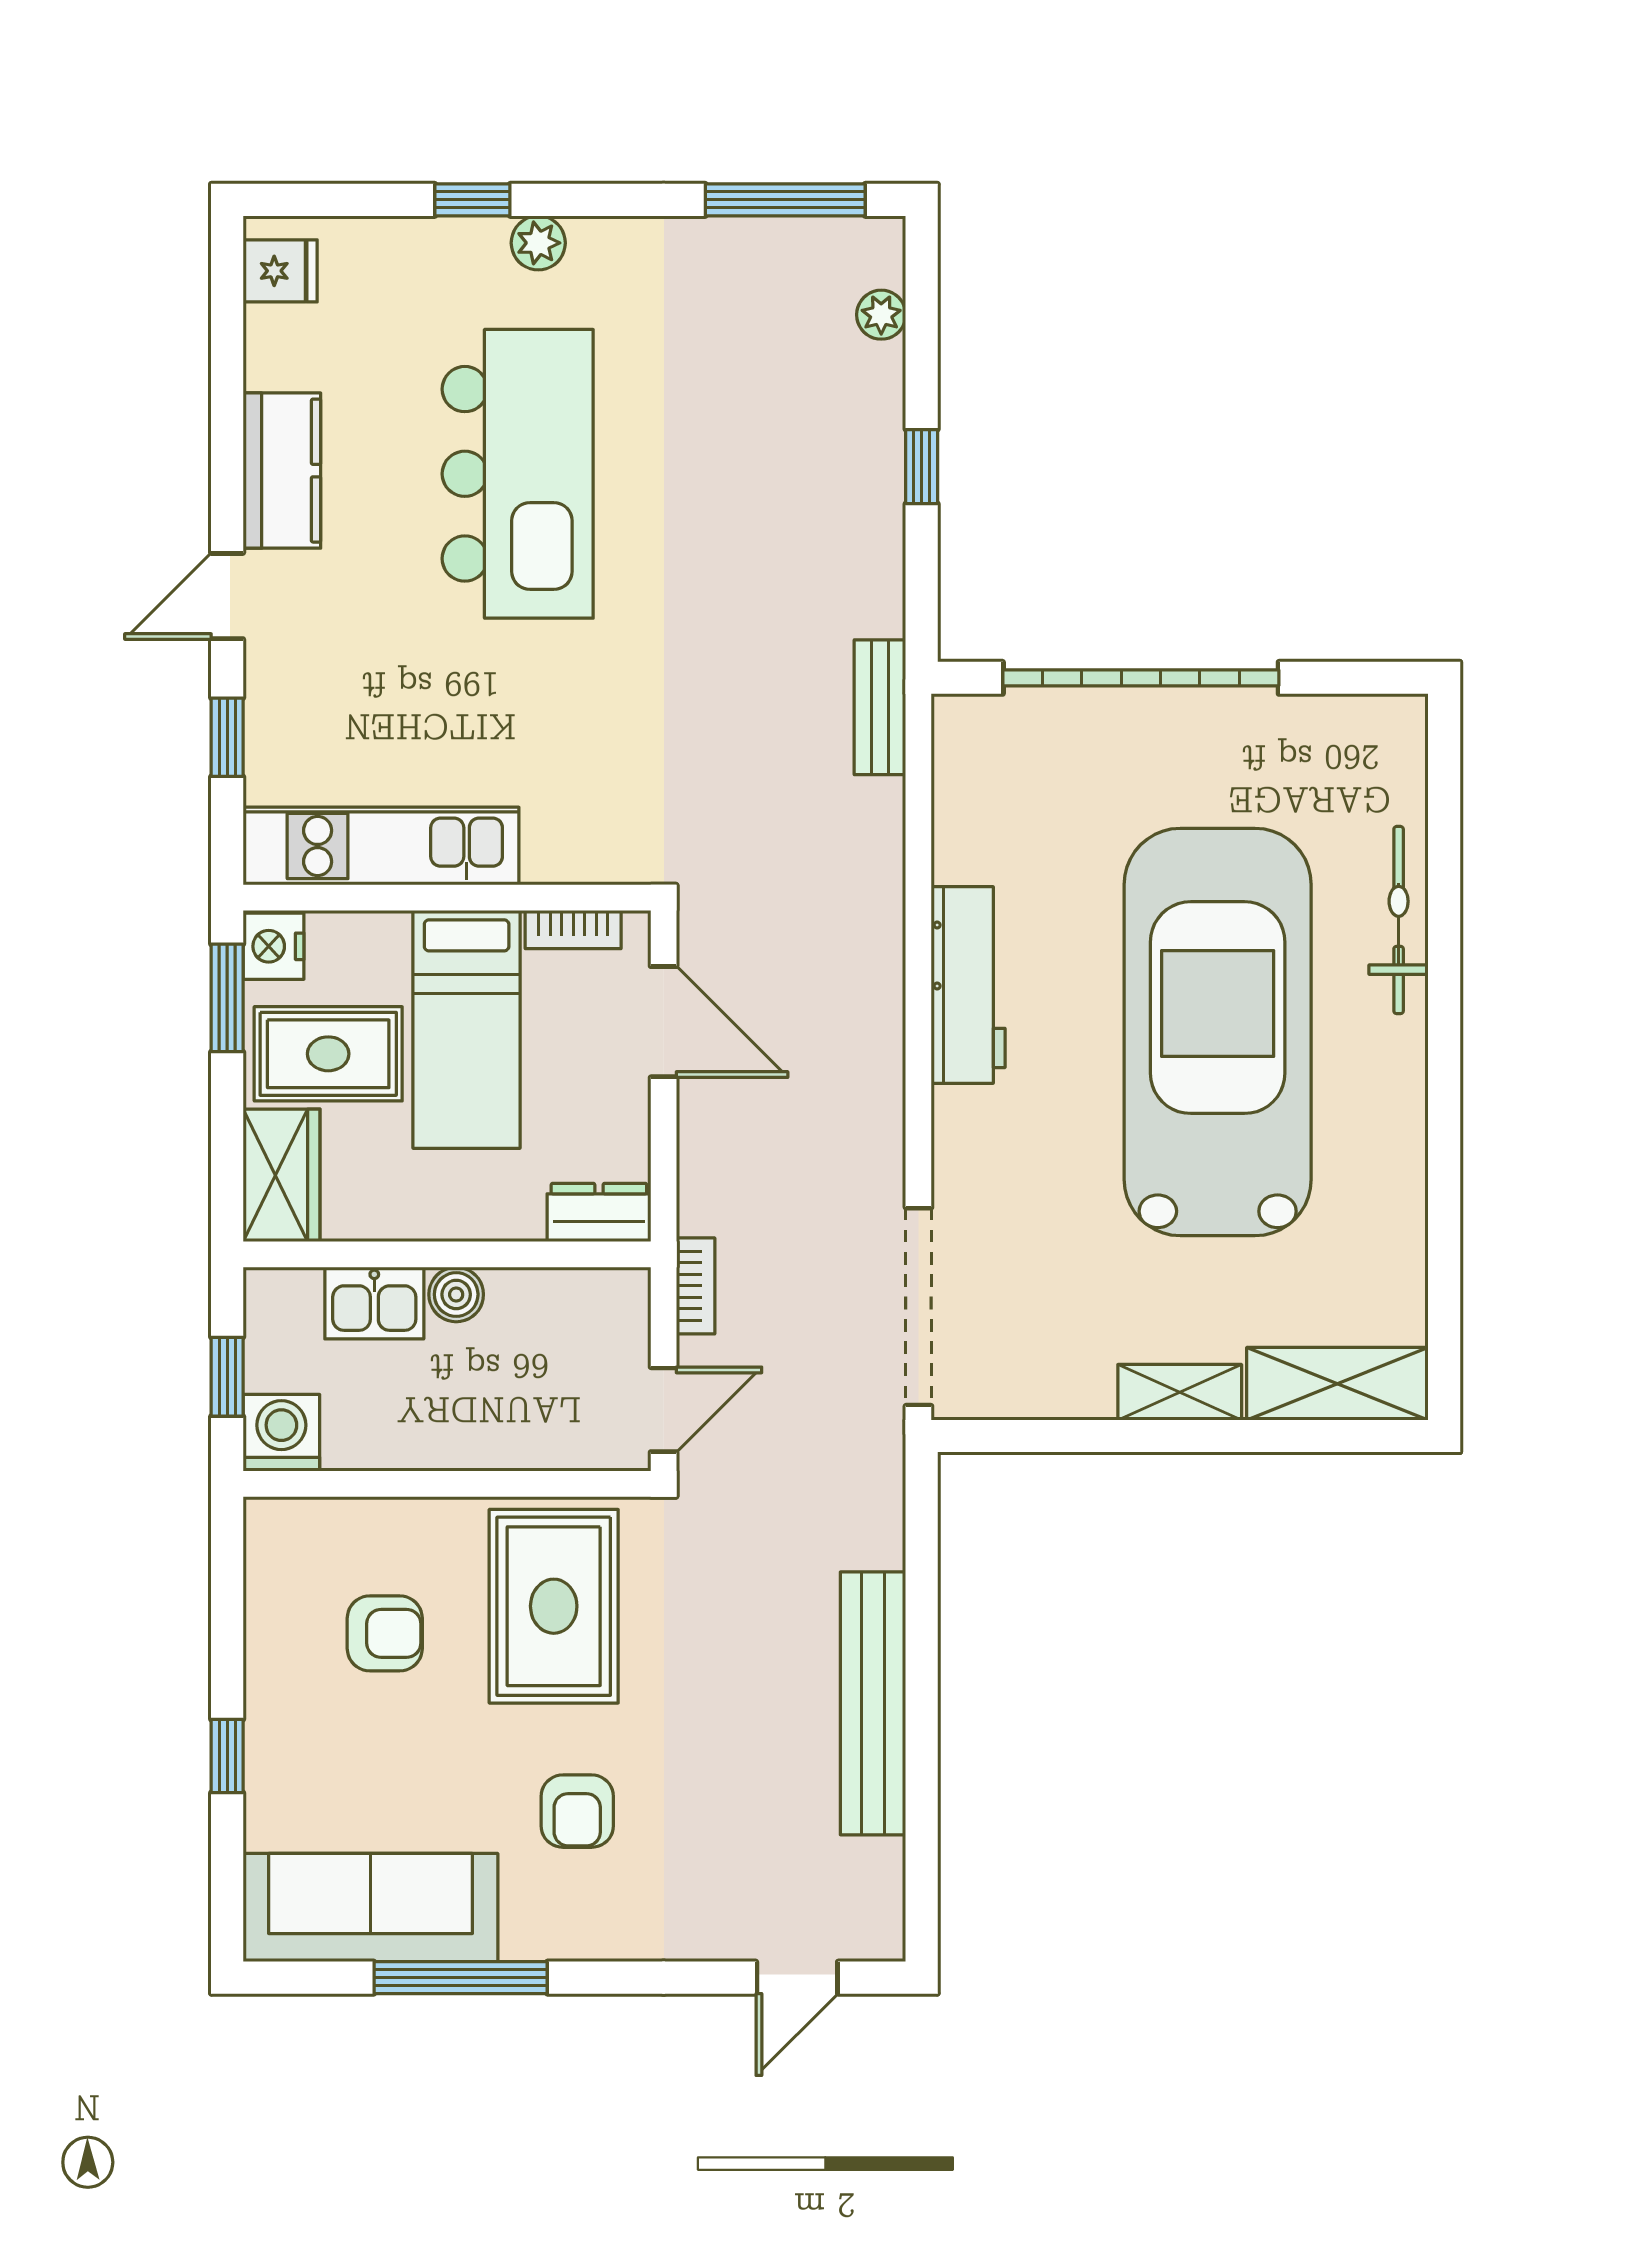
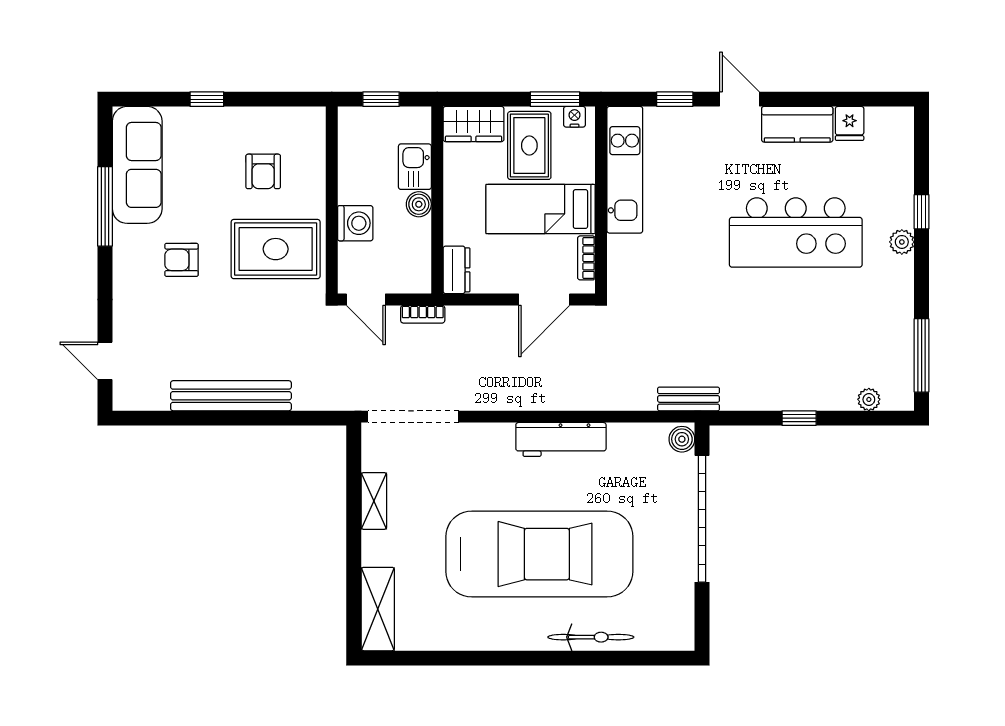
fridge: (280, 271) -> (850, 123), moved
boiler: (968, 722) -> (682, 439), added
nightstand: (274, 946) -> (574, 117), width x0.72, depth x0.74
shelving: (1180, 1392) -> (374, 501), moved
washing machine: (281, 1433) -> (355, 223), moved

